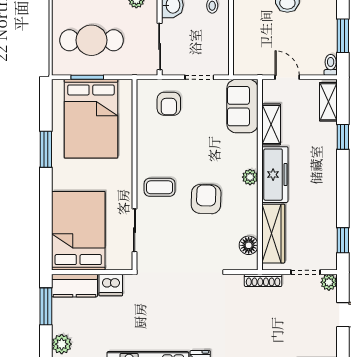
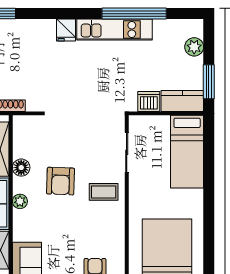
window: (46, 149) -> (209, 227), removed
bed: (78, 231) -> (187, 152), width x0.67
floor lamp: (249, 245) -> (21, 168), moved

